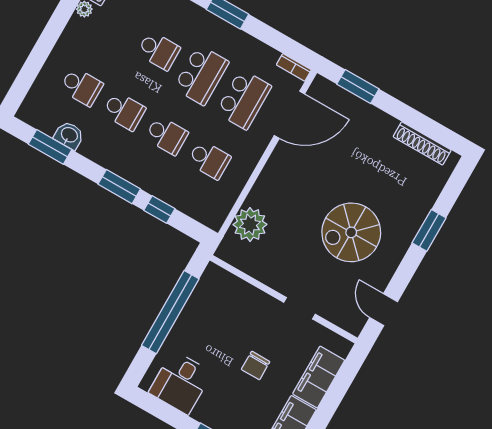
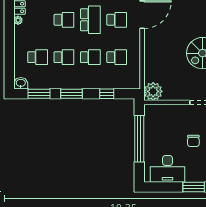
school desk: (244, 99) -> (117, 20), width x0.54
washbasin: (69, 135) -> (21, 83), moved
window: (119, 187) -> (72, 94), moved
plant: (250, 225) -> (153, 91), moved
desk: (180, 382) -> (168, 169), width x1.37

